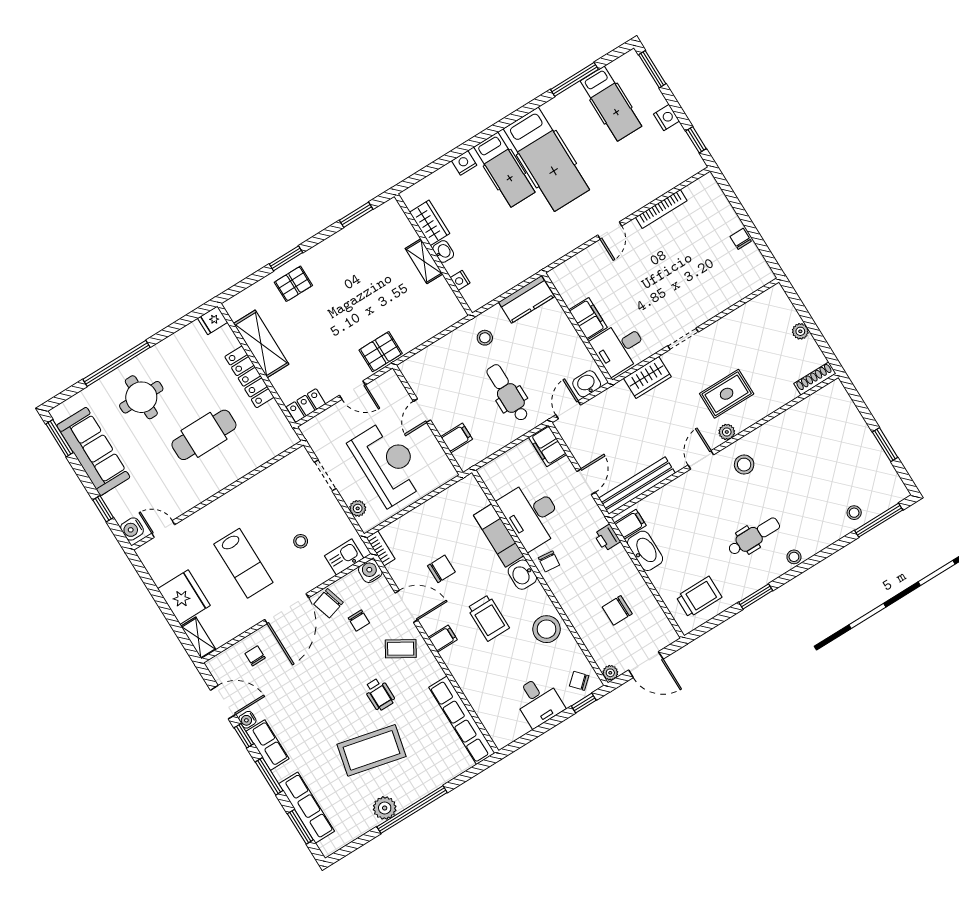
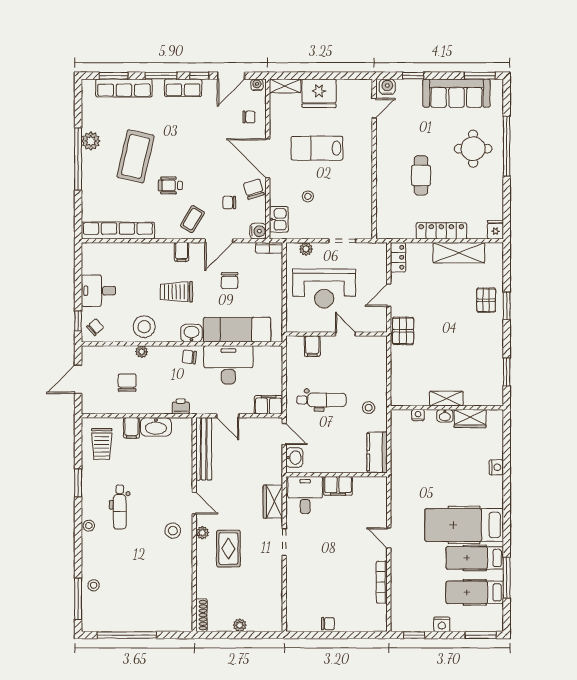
hospital bed: (504, 170) -> (475, 558), moved
cafe table: (204, 435) -> (421, 175), width x0.73, depth x0.74
window: (885, 445) -> (127, 635), width x2.11
filing cabinet: (630, 524) -> (131, 428), moved
exam couch: (499, 535) -> (237, 330), width x1.36, depth x1.45
plant: (610, 673) -> (142, 352), moved
water cooler: (247, 720) -> (257, 85), moved

